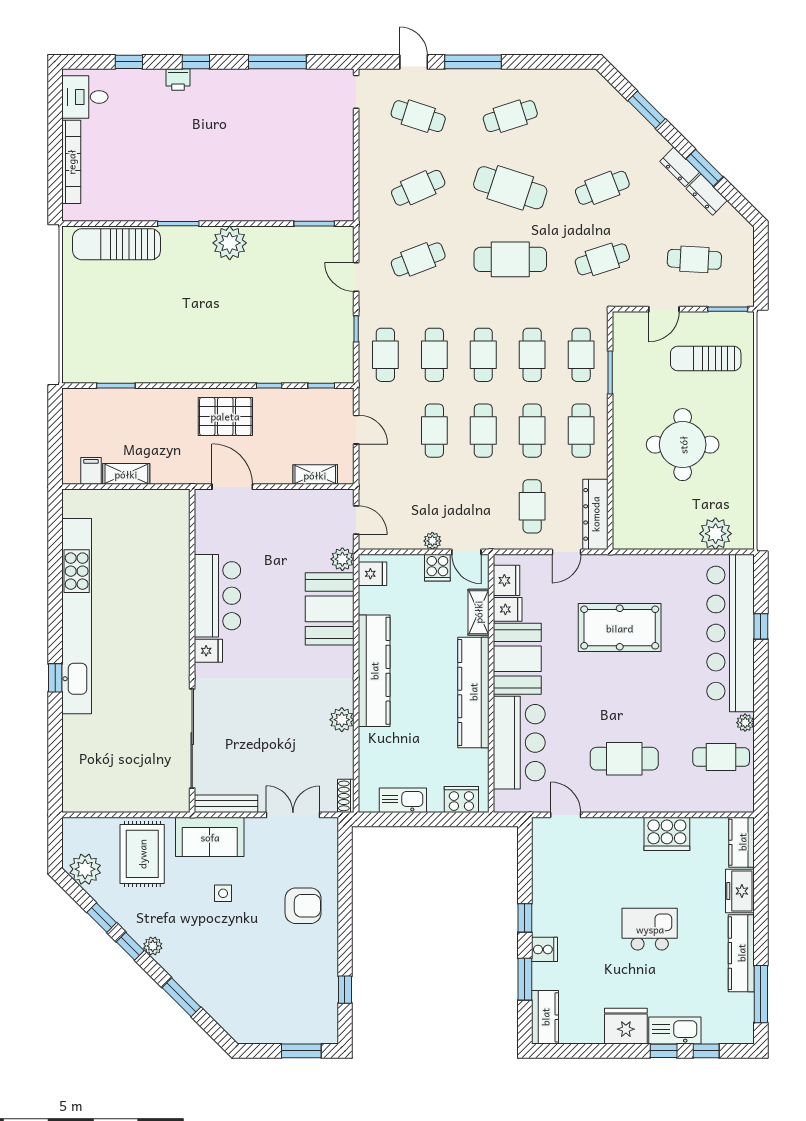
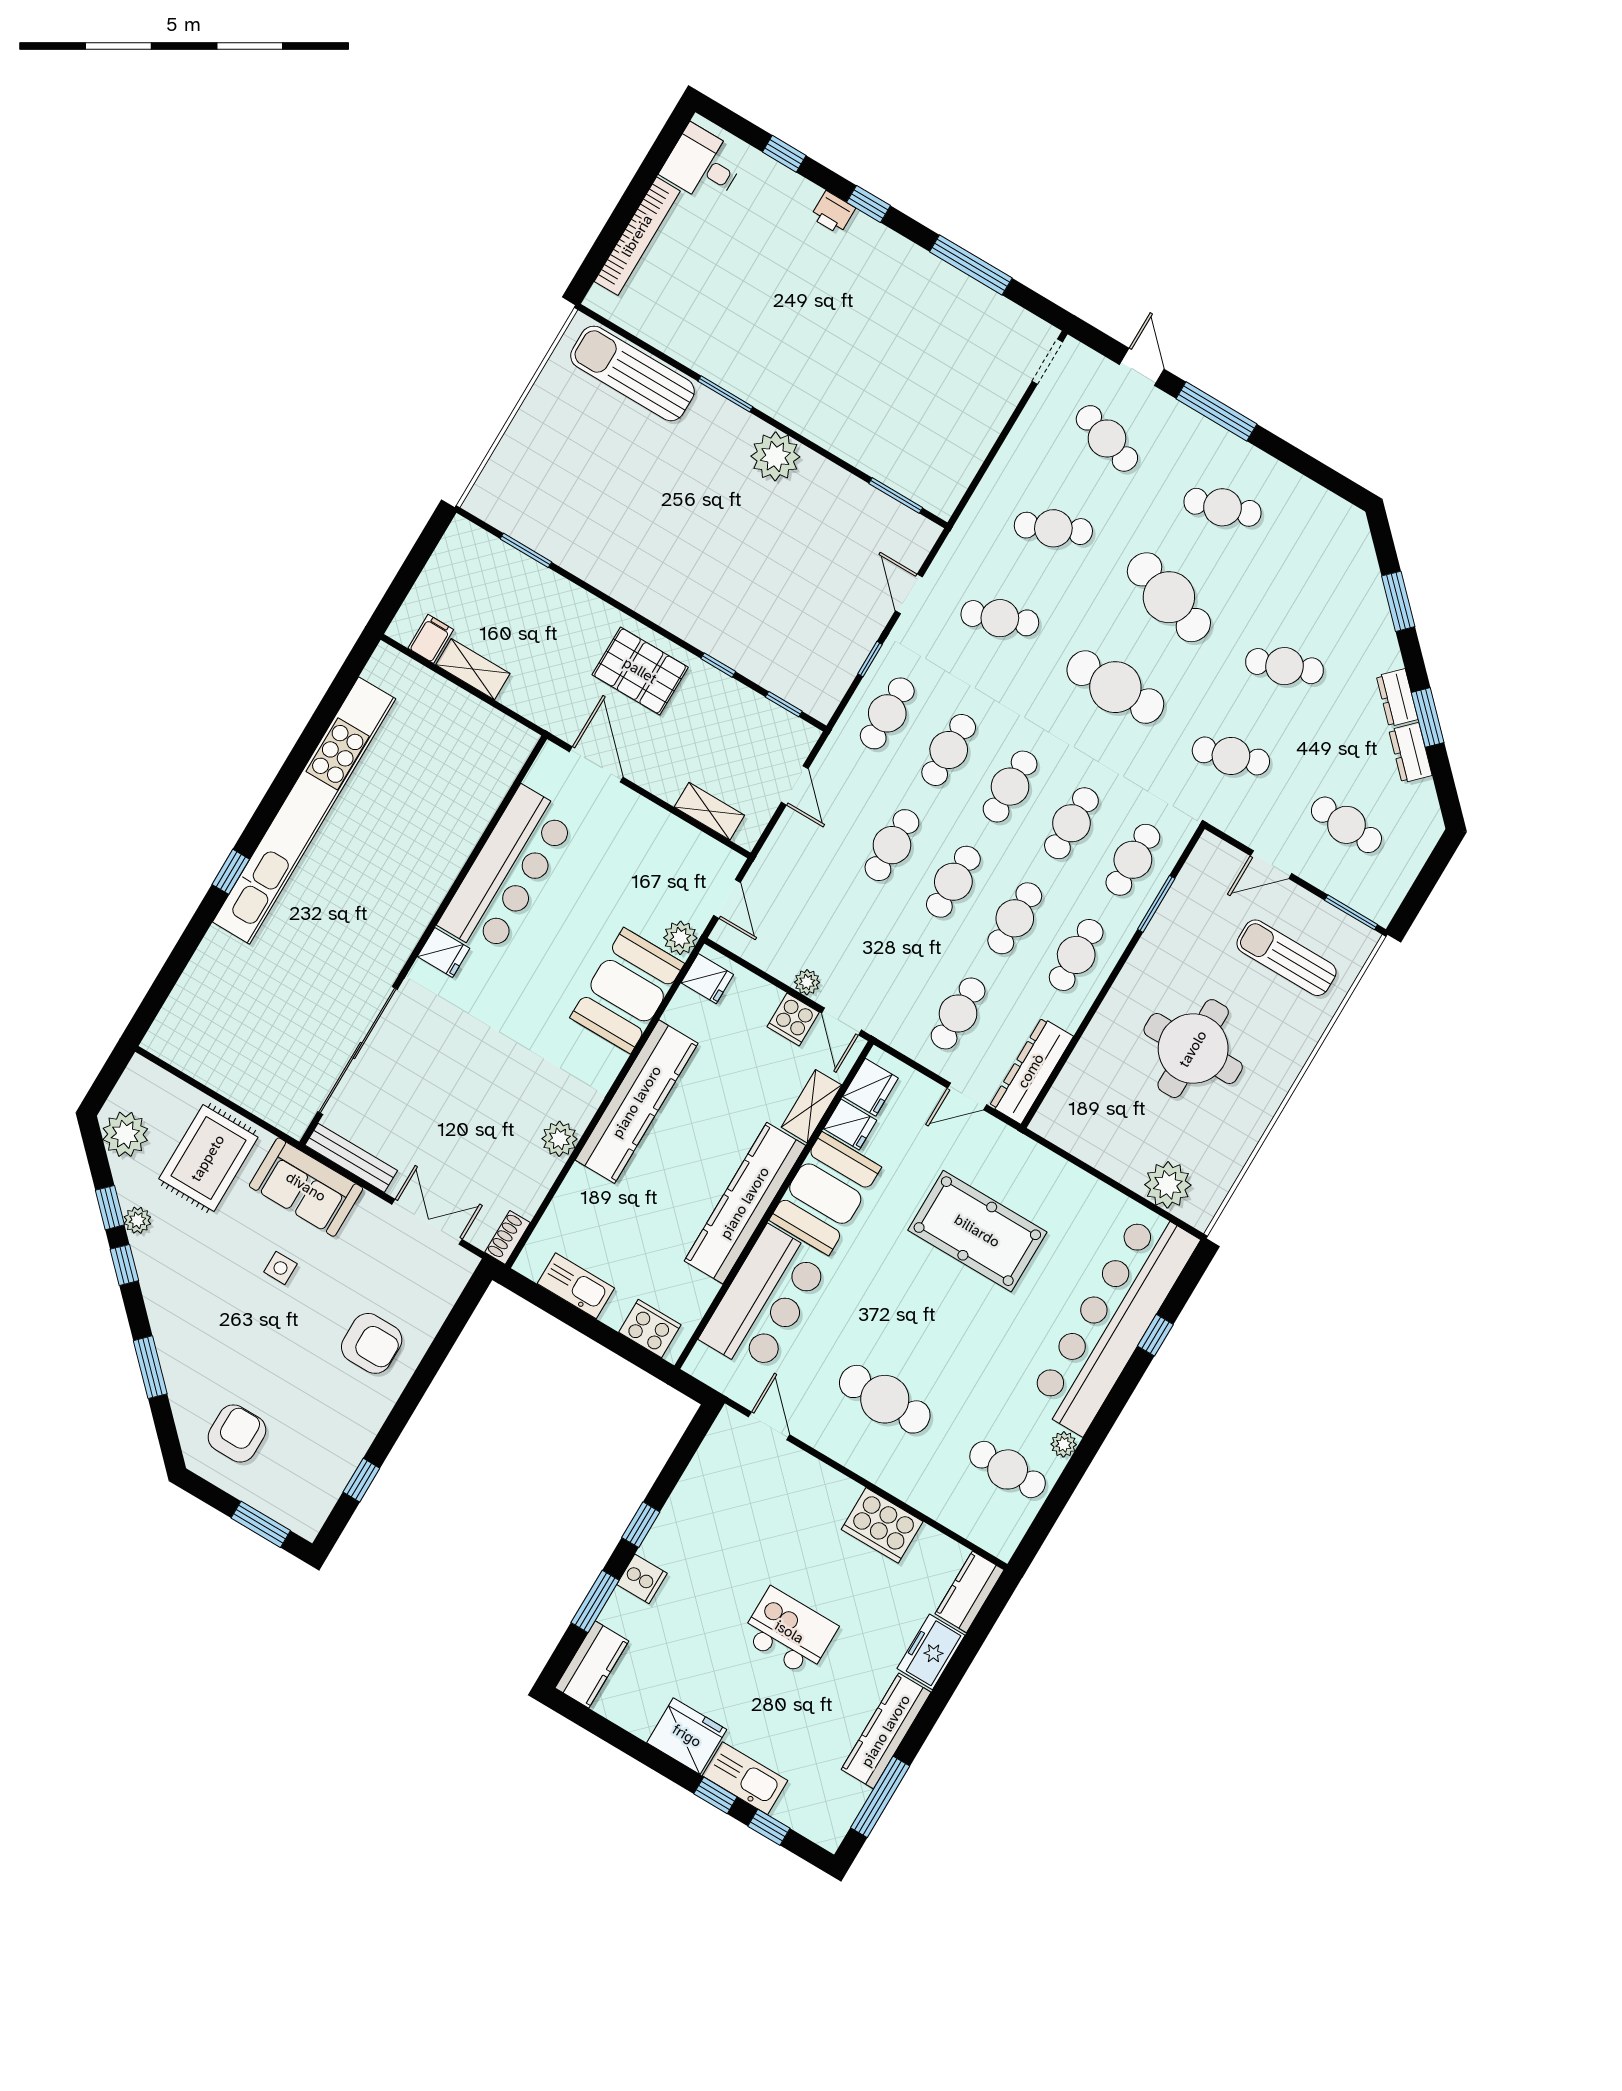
bar counter: (217, 596) -> (507, 871), width x1.36
plant: (153, 946) -> (137, 1220), moved
armchair: (255, 1006) -> (237, 1433), added

